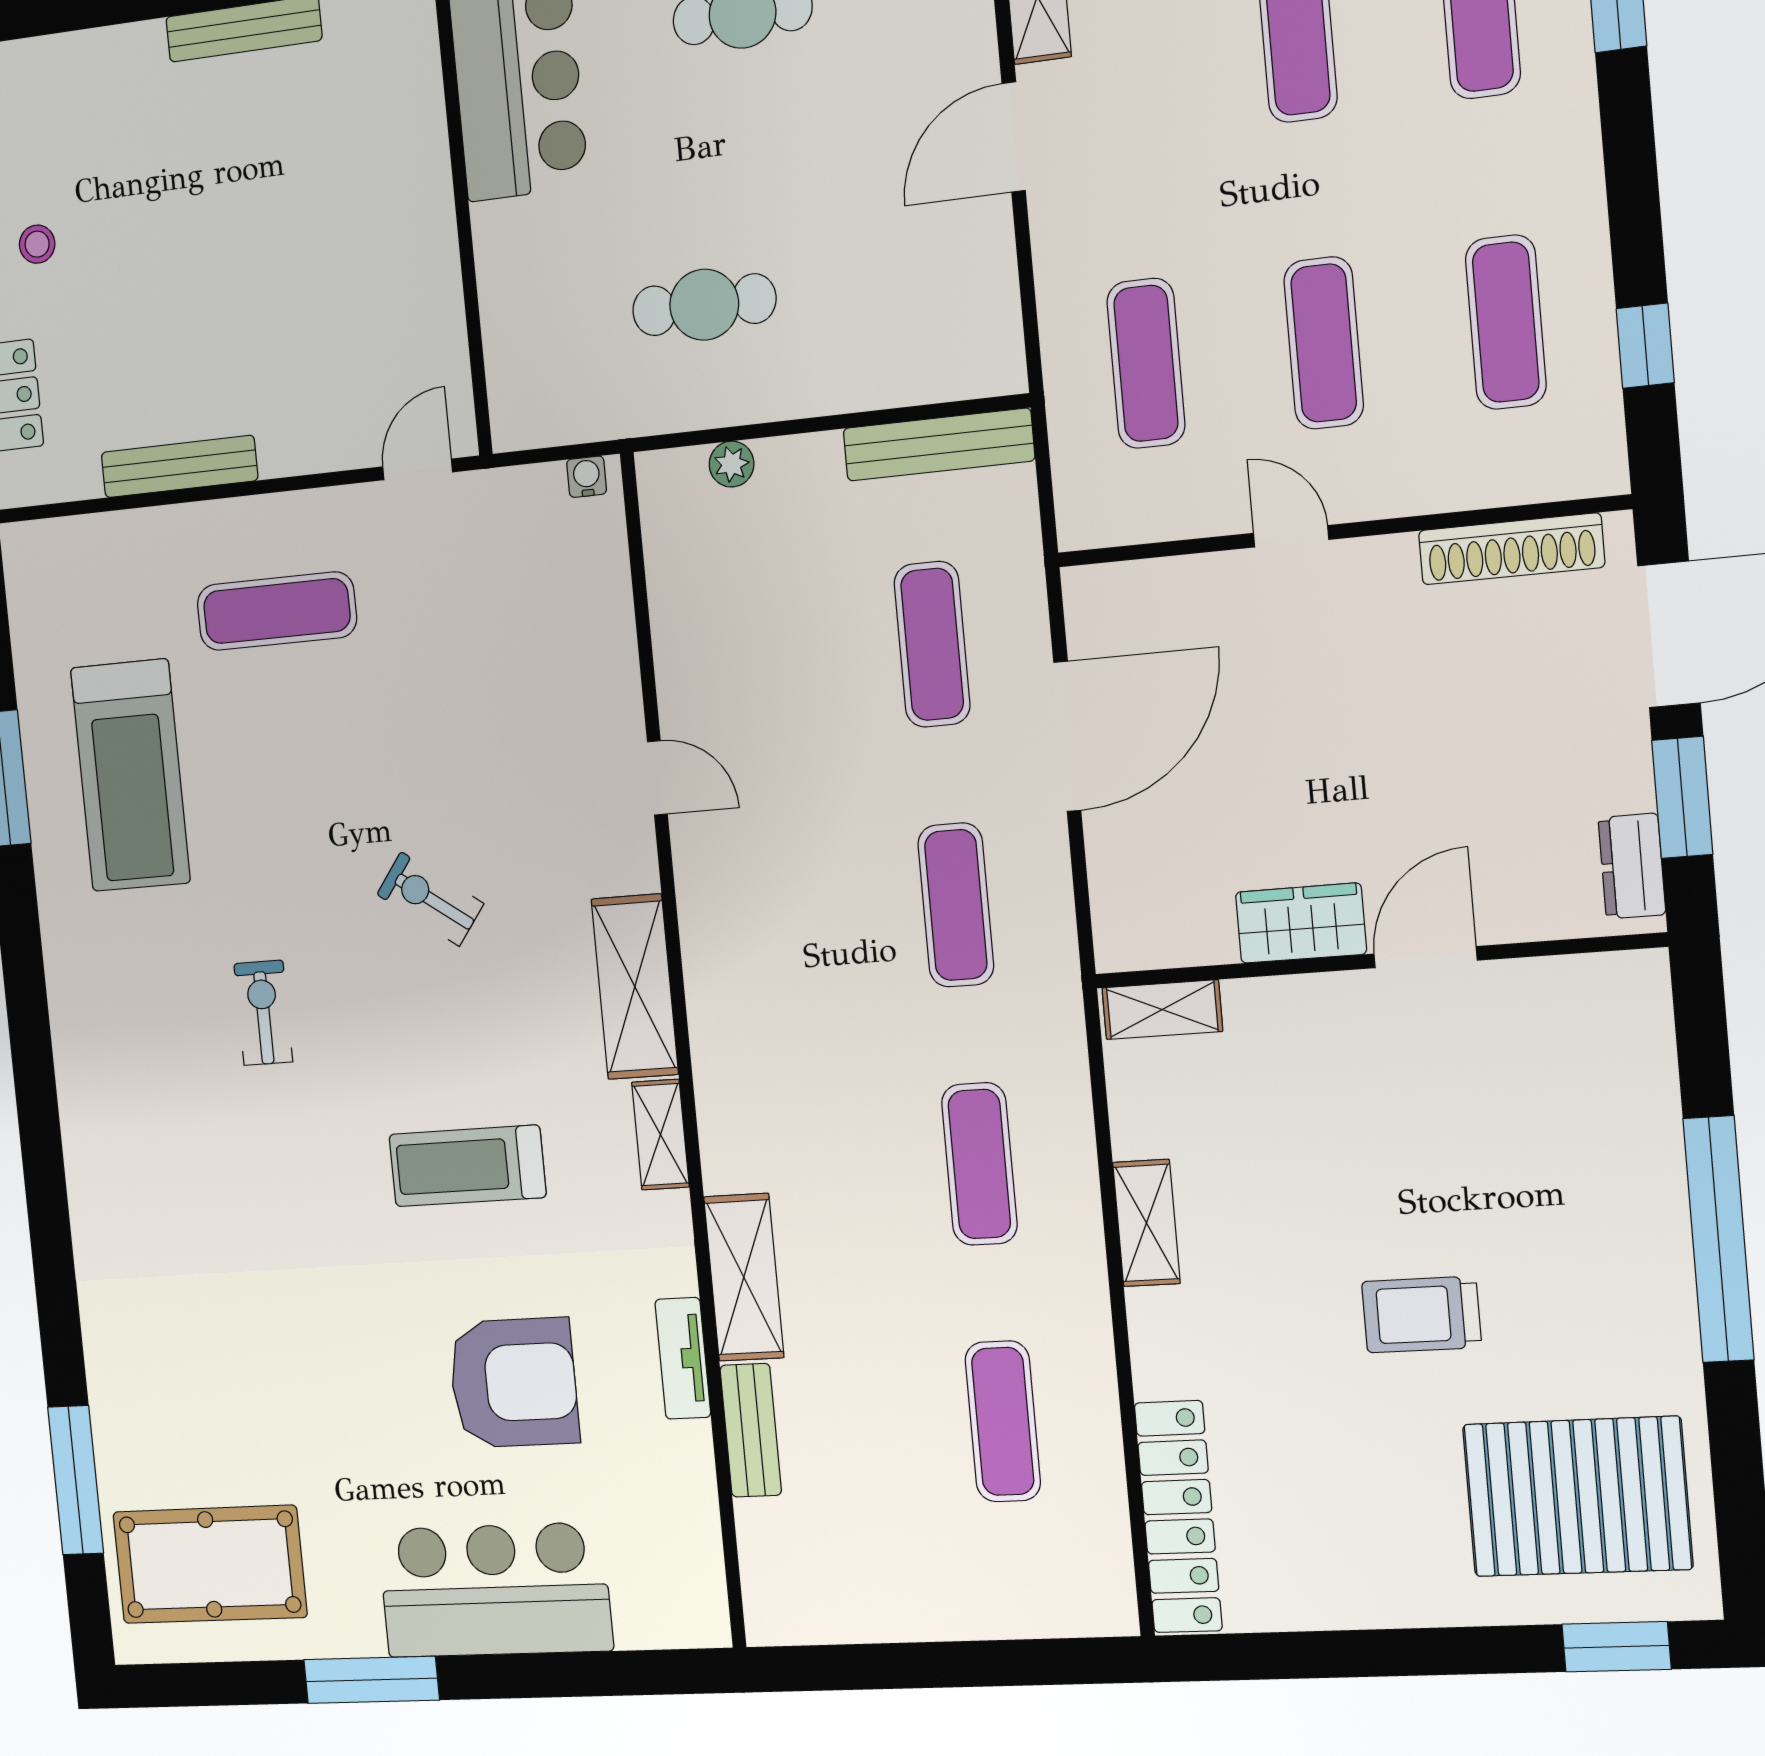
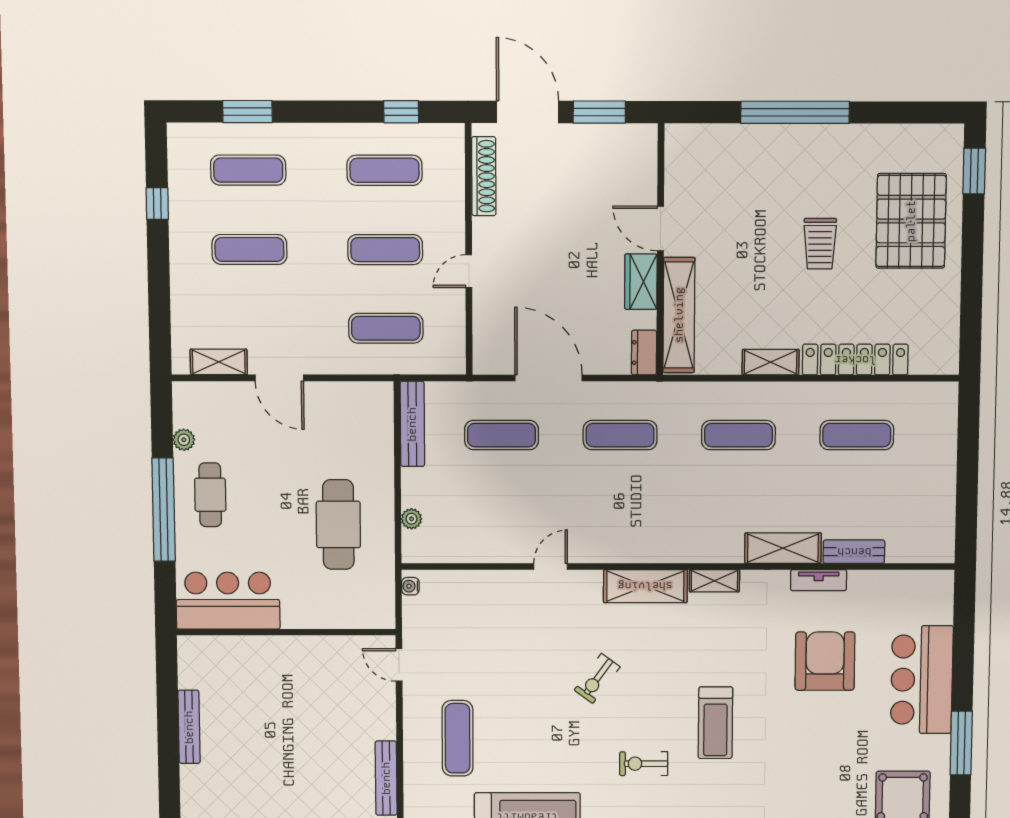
cafe table: (704, 305) -> (338, 524), width x1.37, depth x1.35
dresser: (1632, 866) -> (644, 353), moved, turned 90
shelving: (1162, 1010) -> (679, 315), width x2.20, depth x1.33
treadmill: (467, 1166) -> (715, 723), moved
pallet: (1577, 1497) -> (911, 221), moved
locker: (1178, 1517) -> (855, 360), moved

